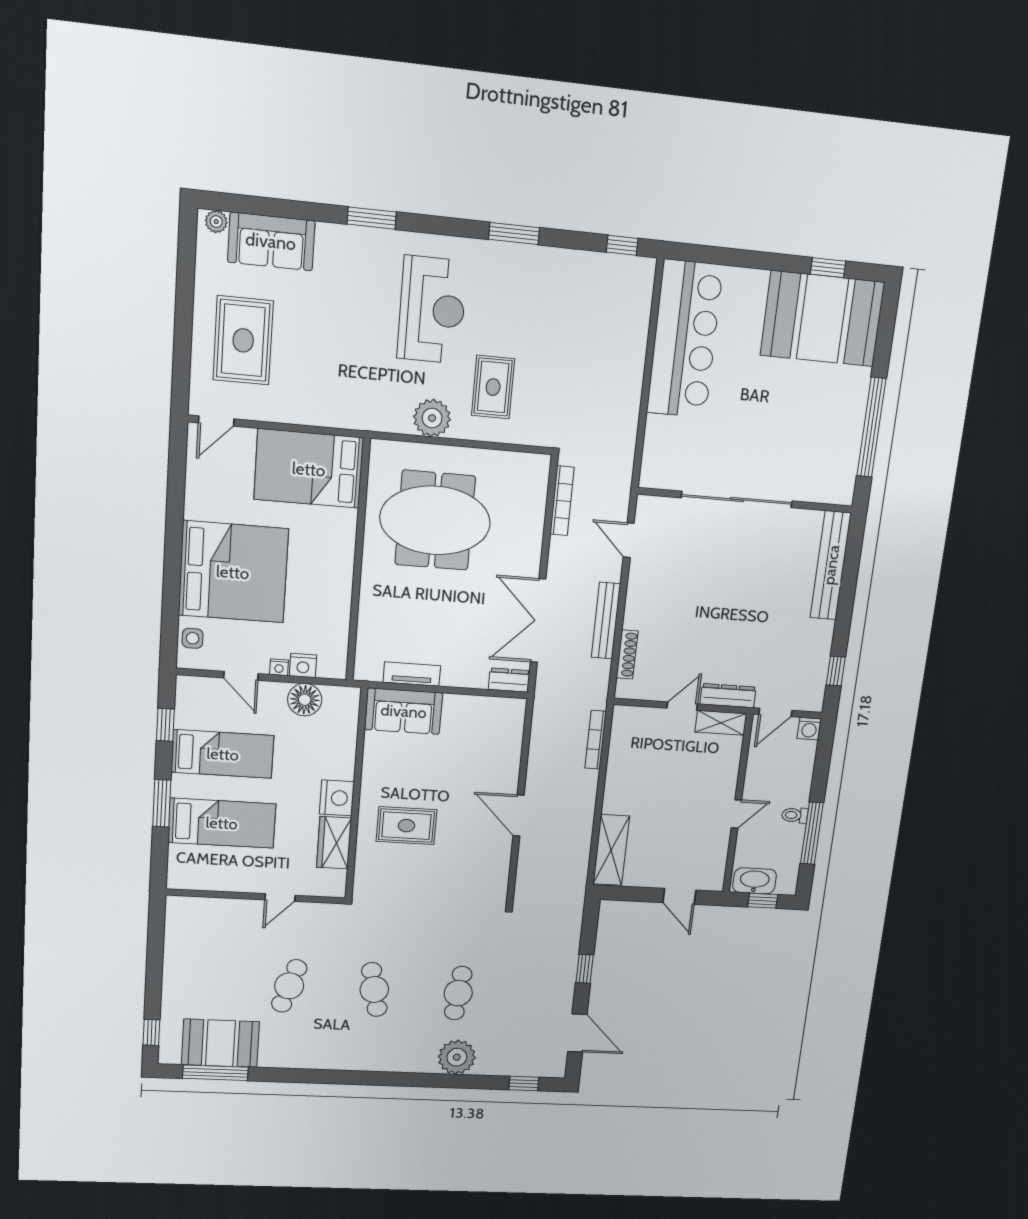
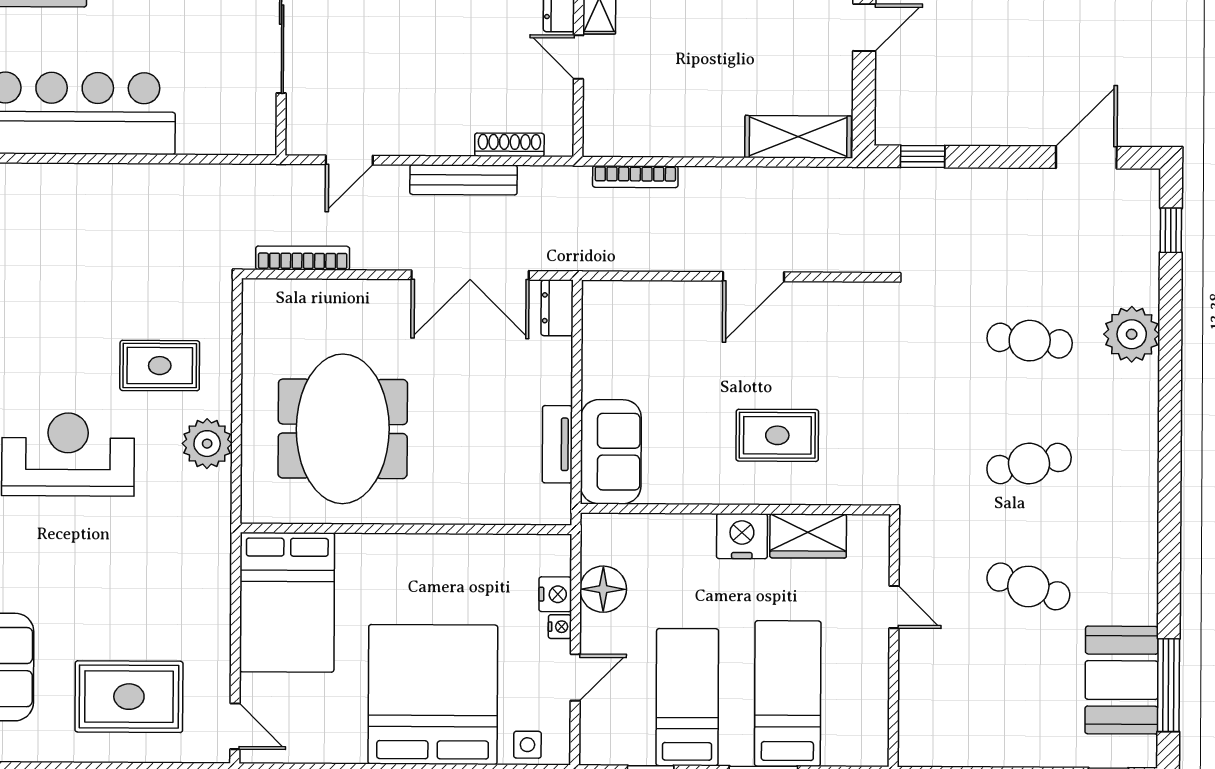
rug: (406, 826) -> (777, 435), turned 90
window: (585, 969) -> (923, 157), moved

